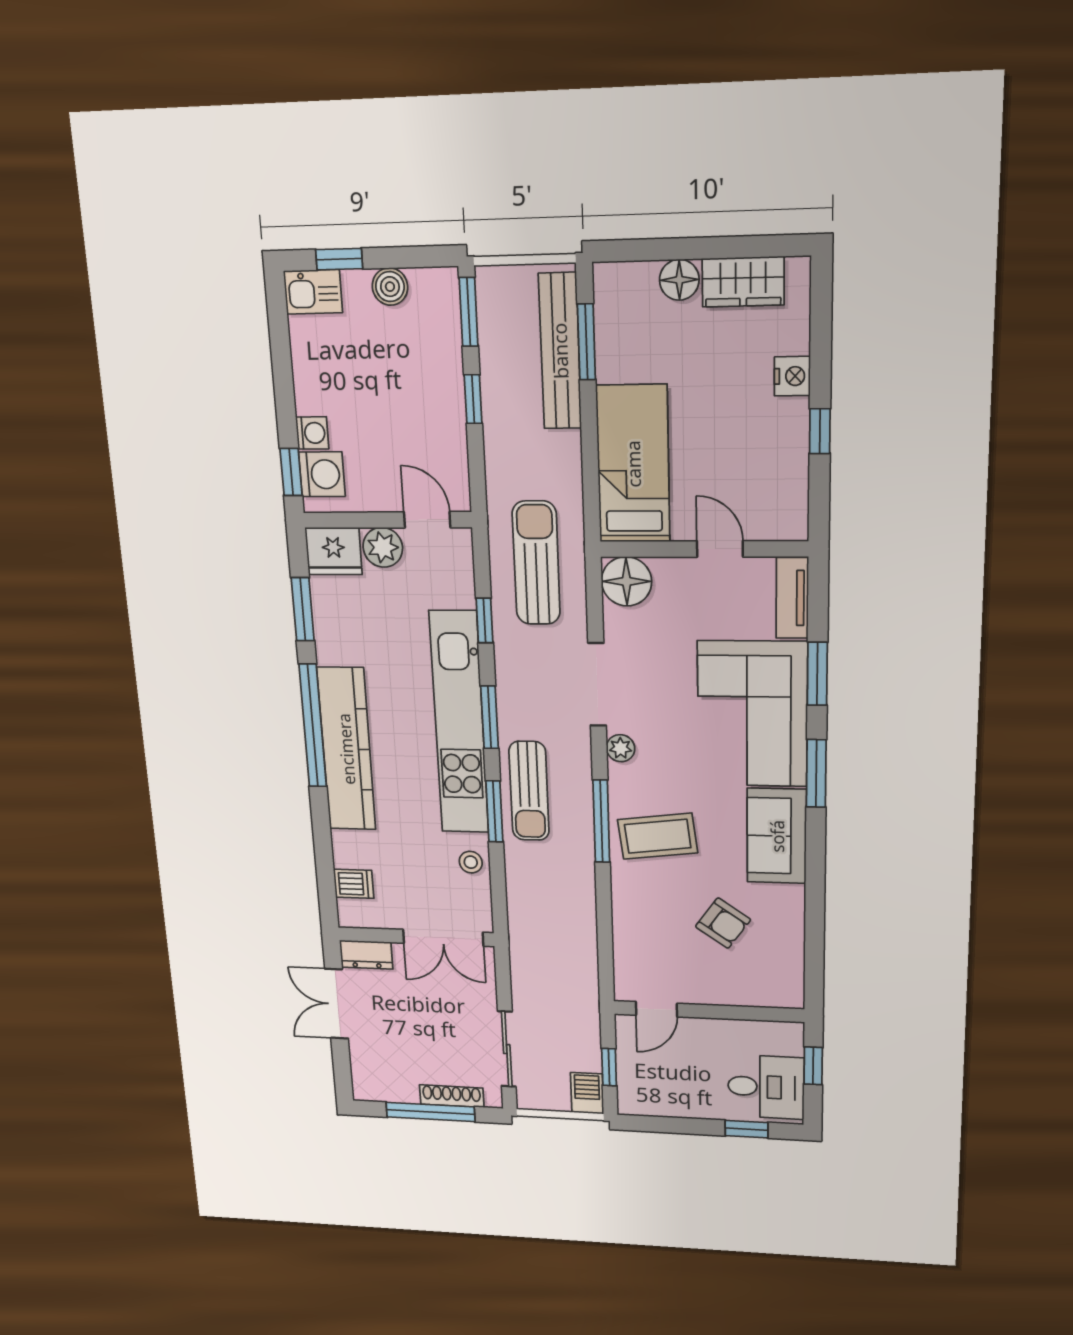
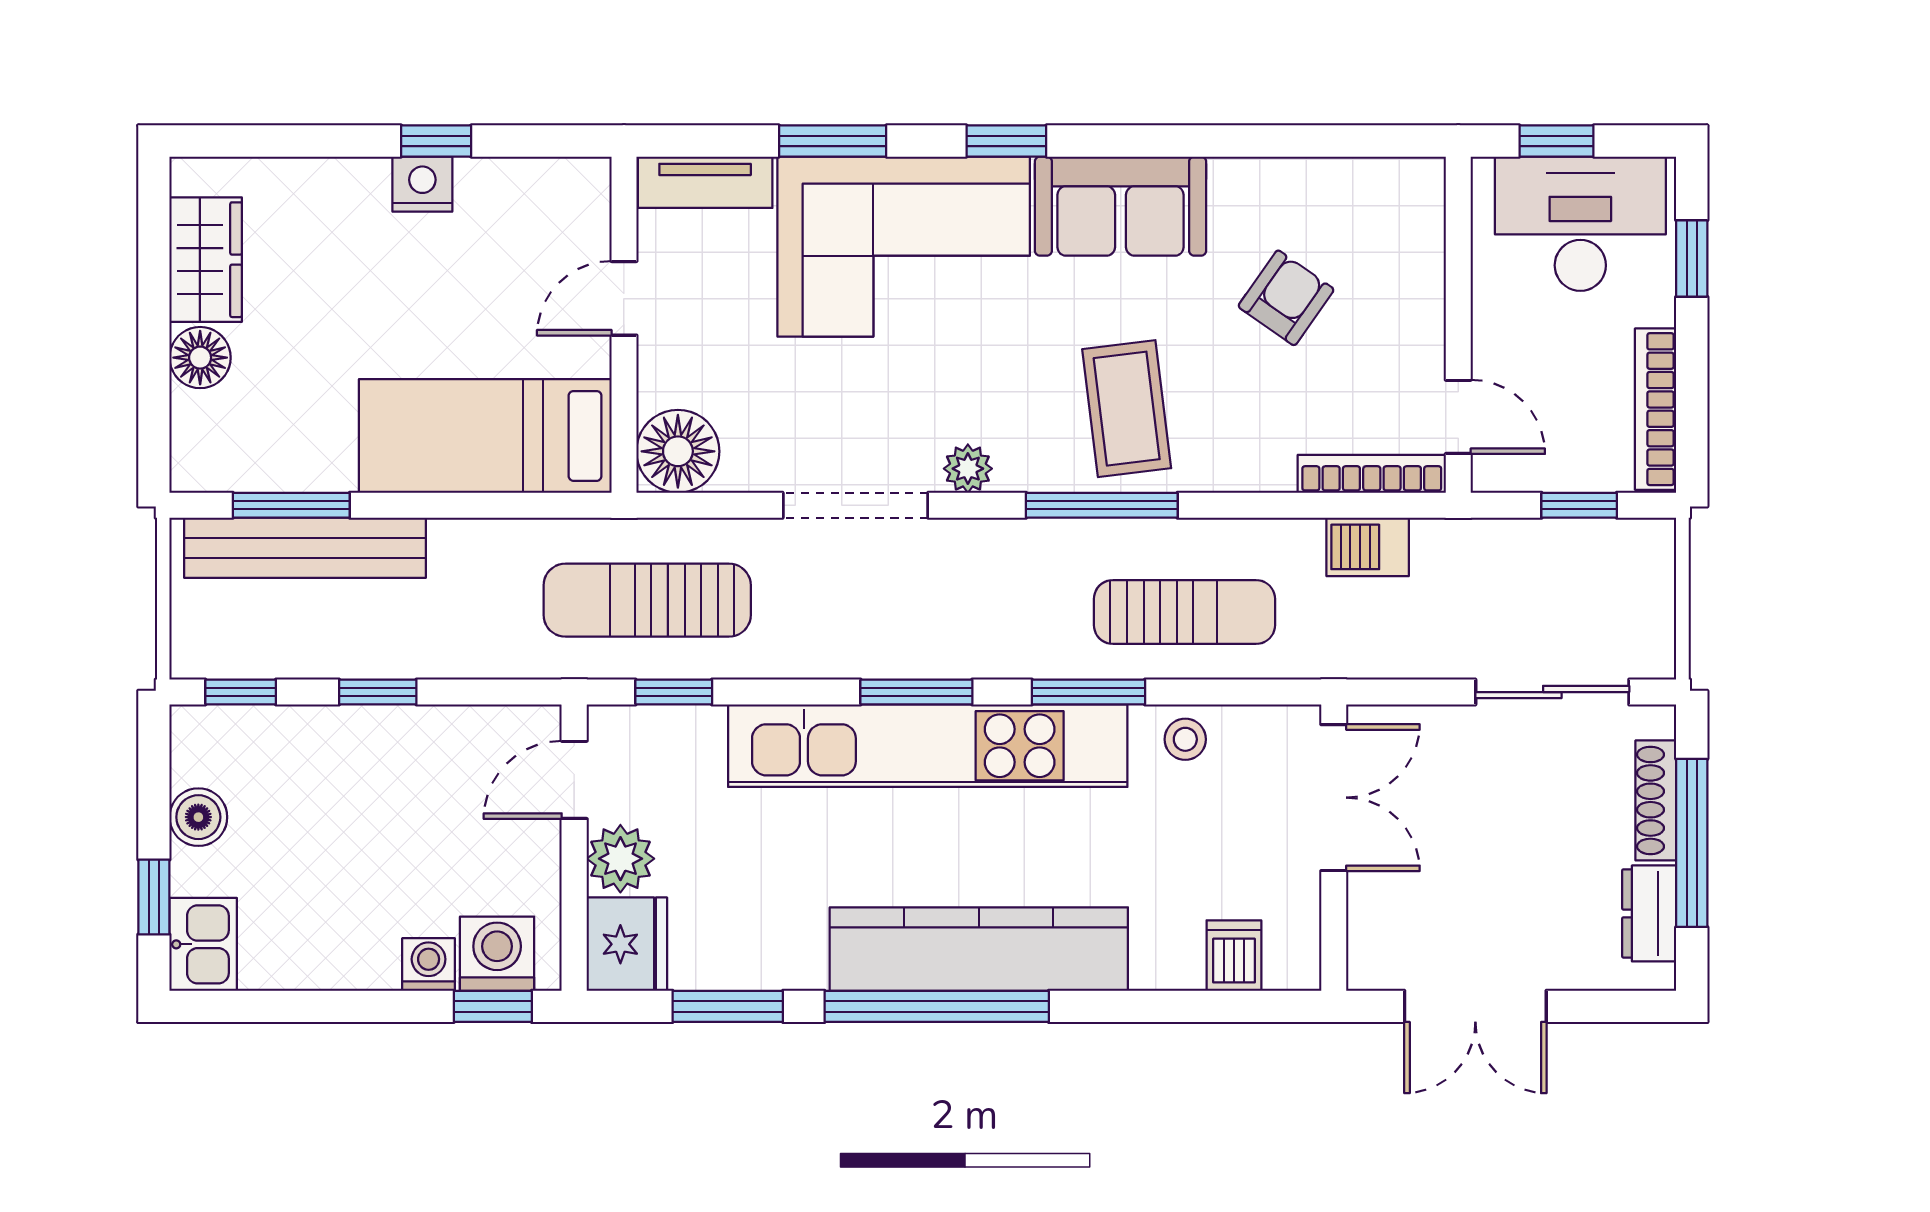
window: (469, 312) -> (241, 692), width x0.67
nightstand: (792, 376) -> (422, 184), moved
window: (485, 620) -> (674, 692), moved
window: (816, 773) -> (1006, 141), width x0.67
sun lounger: (529, 791) -> (1184, 612), moved
dresser: (366, 955) -> (1649, 913), moved, turned 180
bookcase: (623, 964) -> (1372, 474), added
desk: (766, 1087) -> (1580, 224), width x1.37
barbecue: (587, 1093) -> (1368, 547), moved
bookcase: (663, 1107) -> (1656, 409), added

